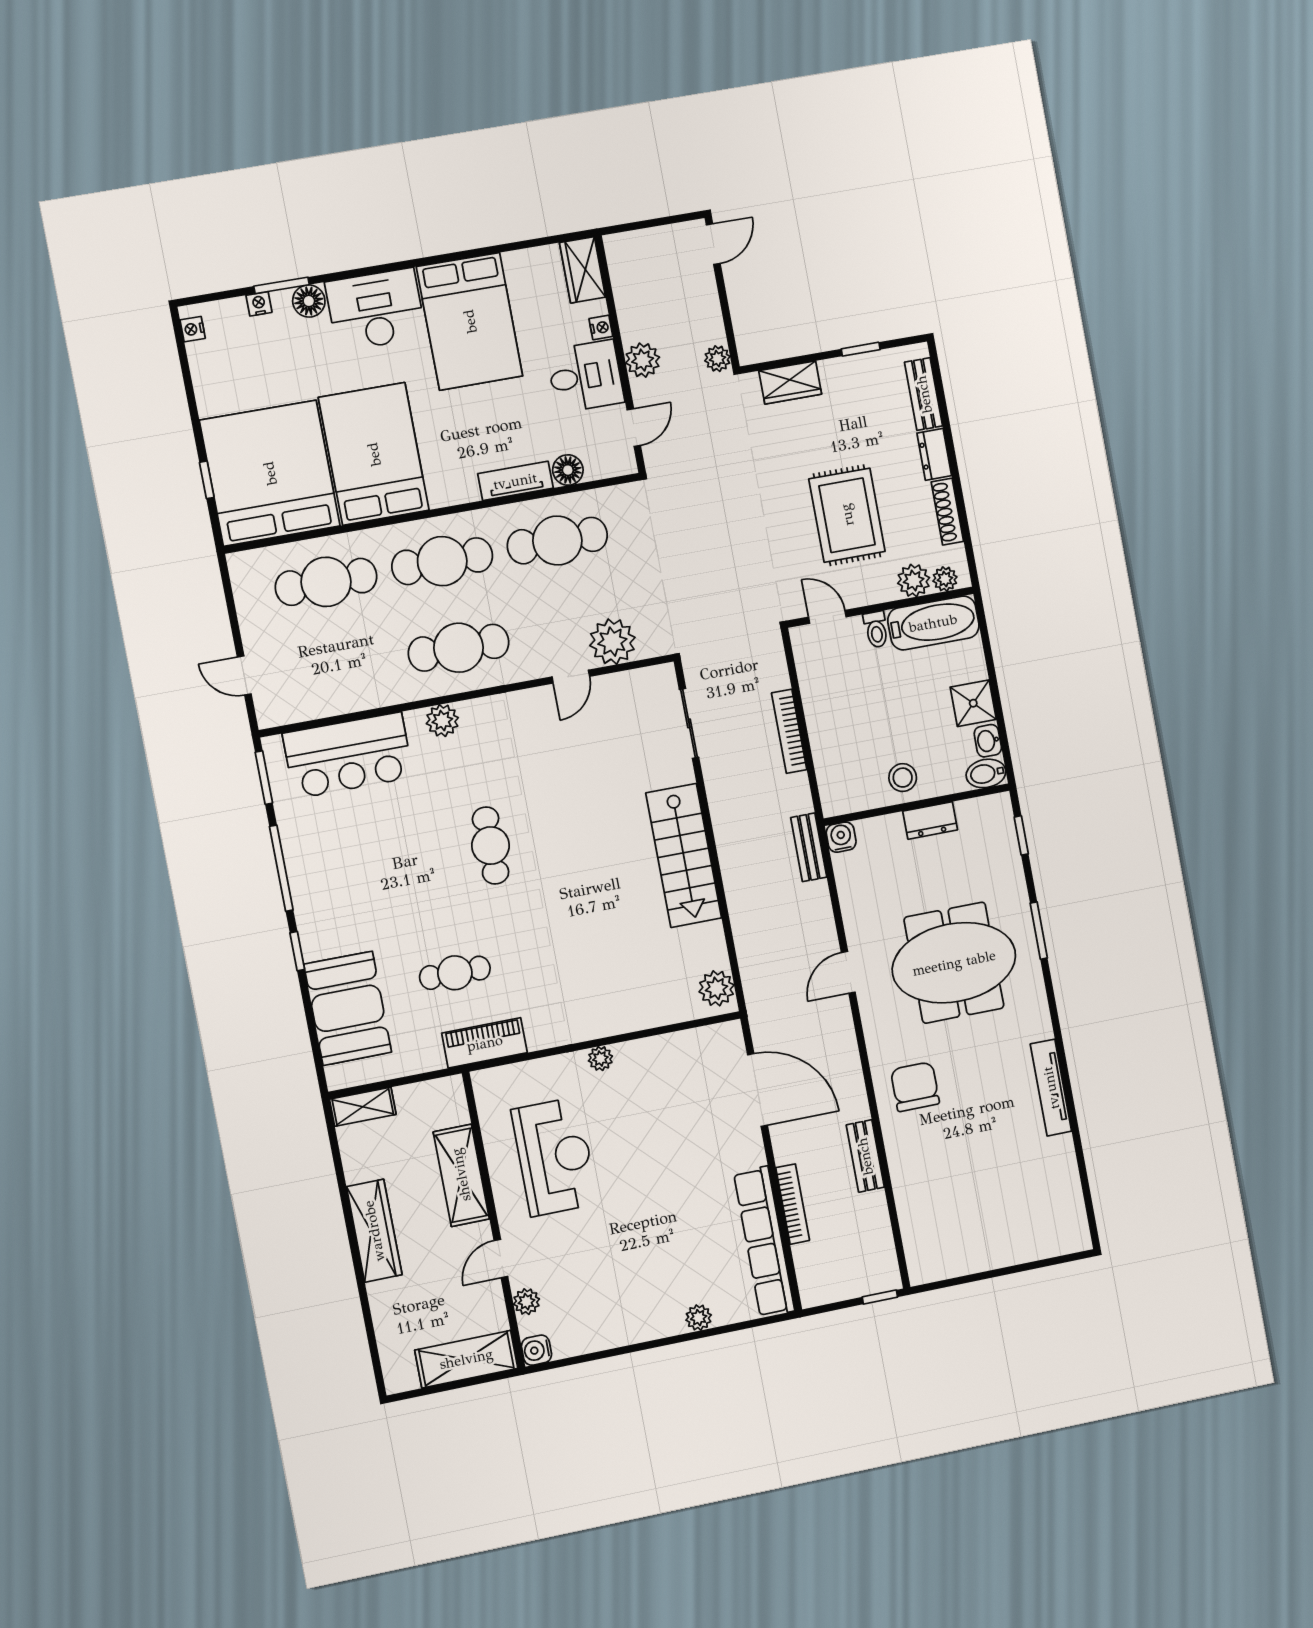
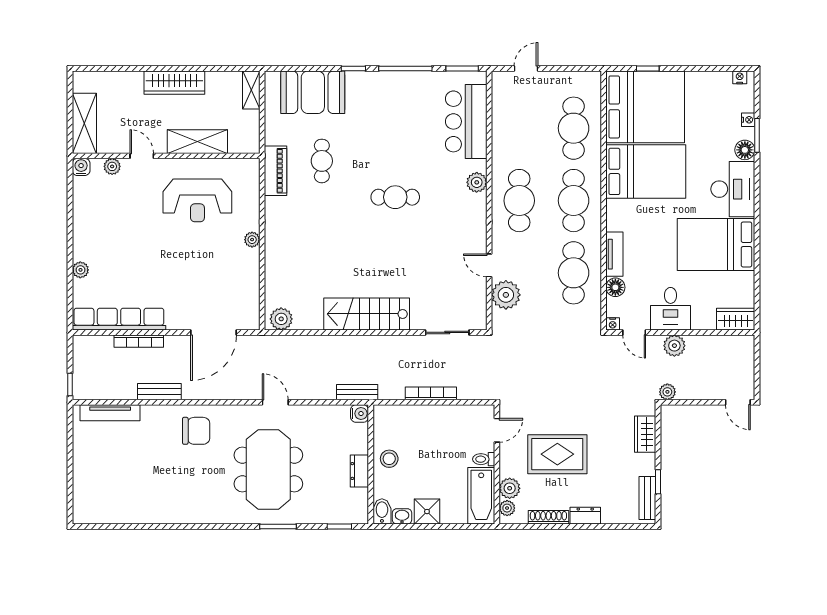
nightstand: (601, 328) -> (613, 324), moved
bench: (924, 394) -> (647, 498), moved, turned 90
tv unit: (1051, 1088) -> (110, 413), moved, turned 180

